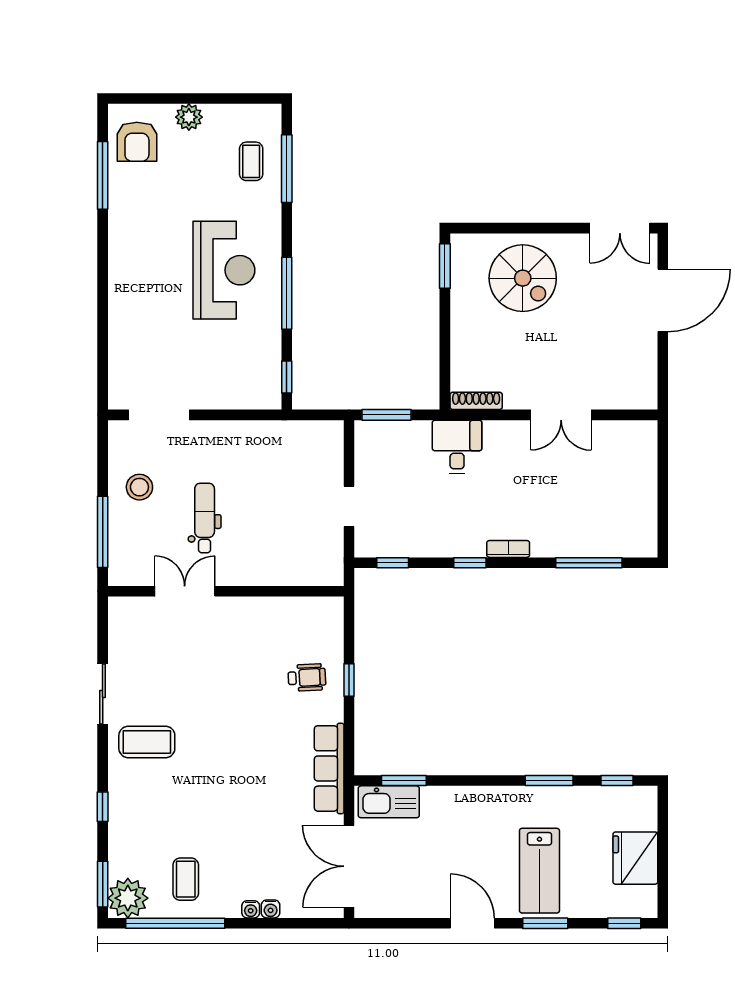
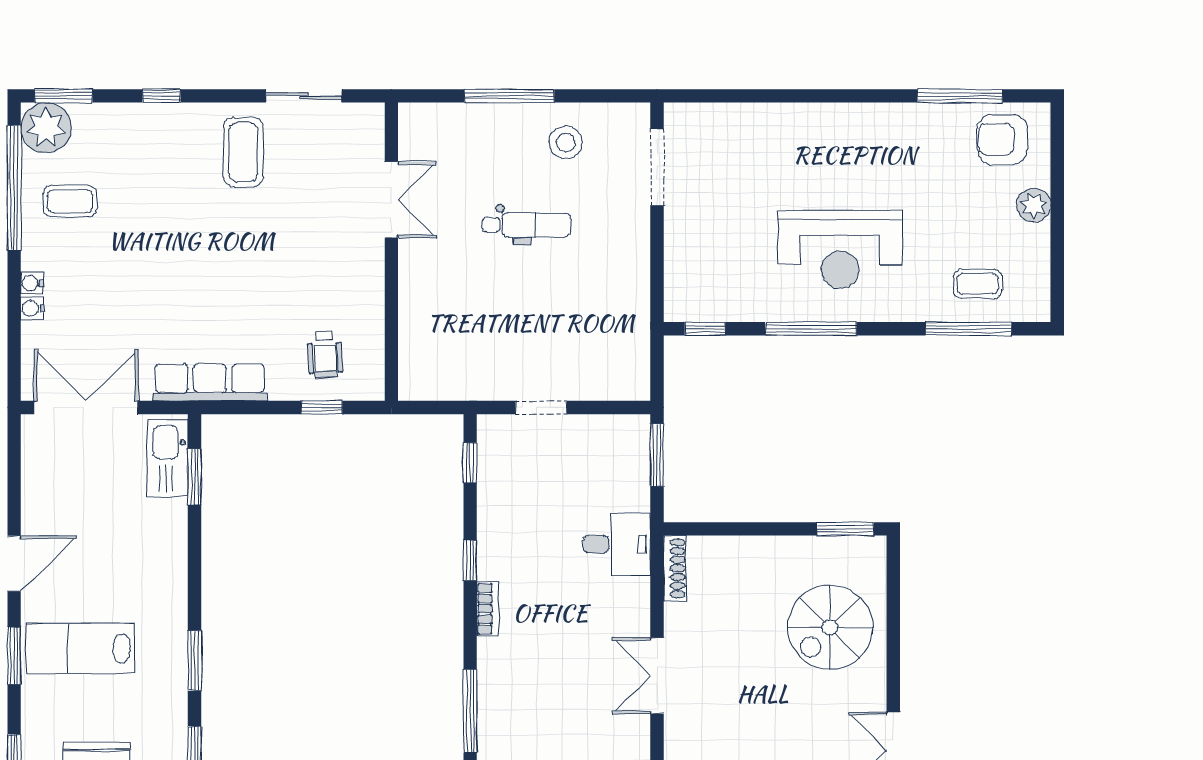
double door: (185, 591) -> (391, 200), moved
wall: (226, 591) -> (391, 252), moved

